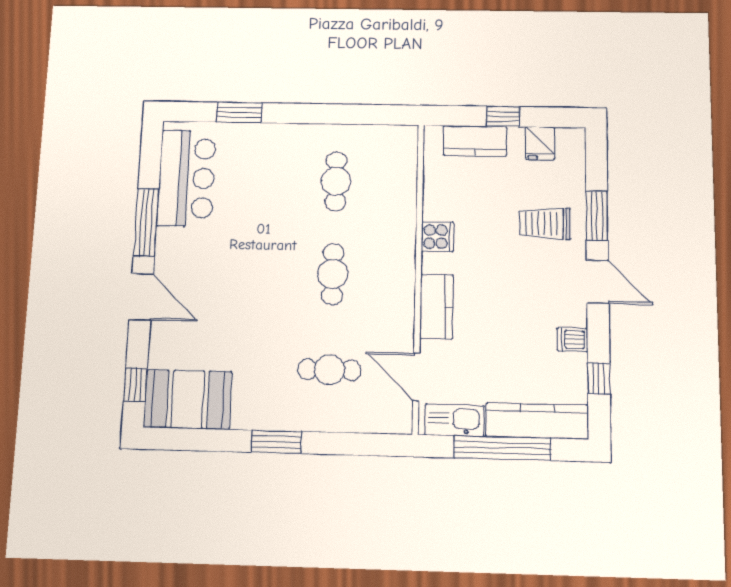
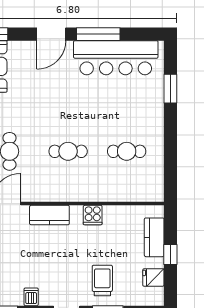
bar counter: (187, 178) -> (116, 58), width x1.36

